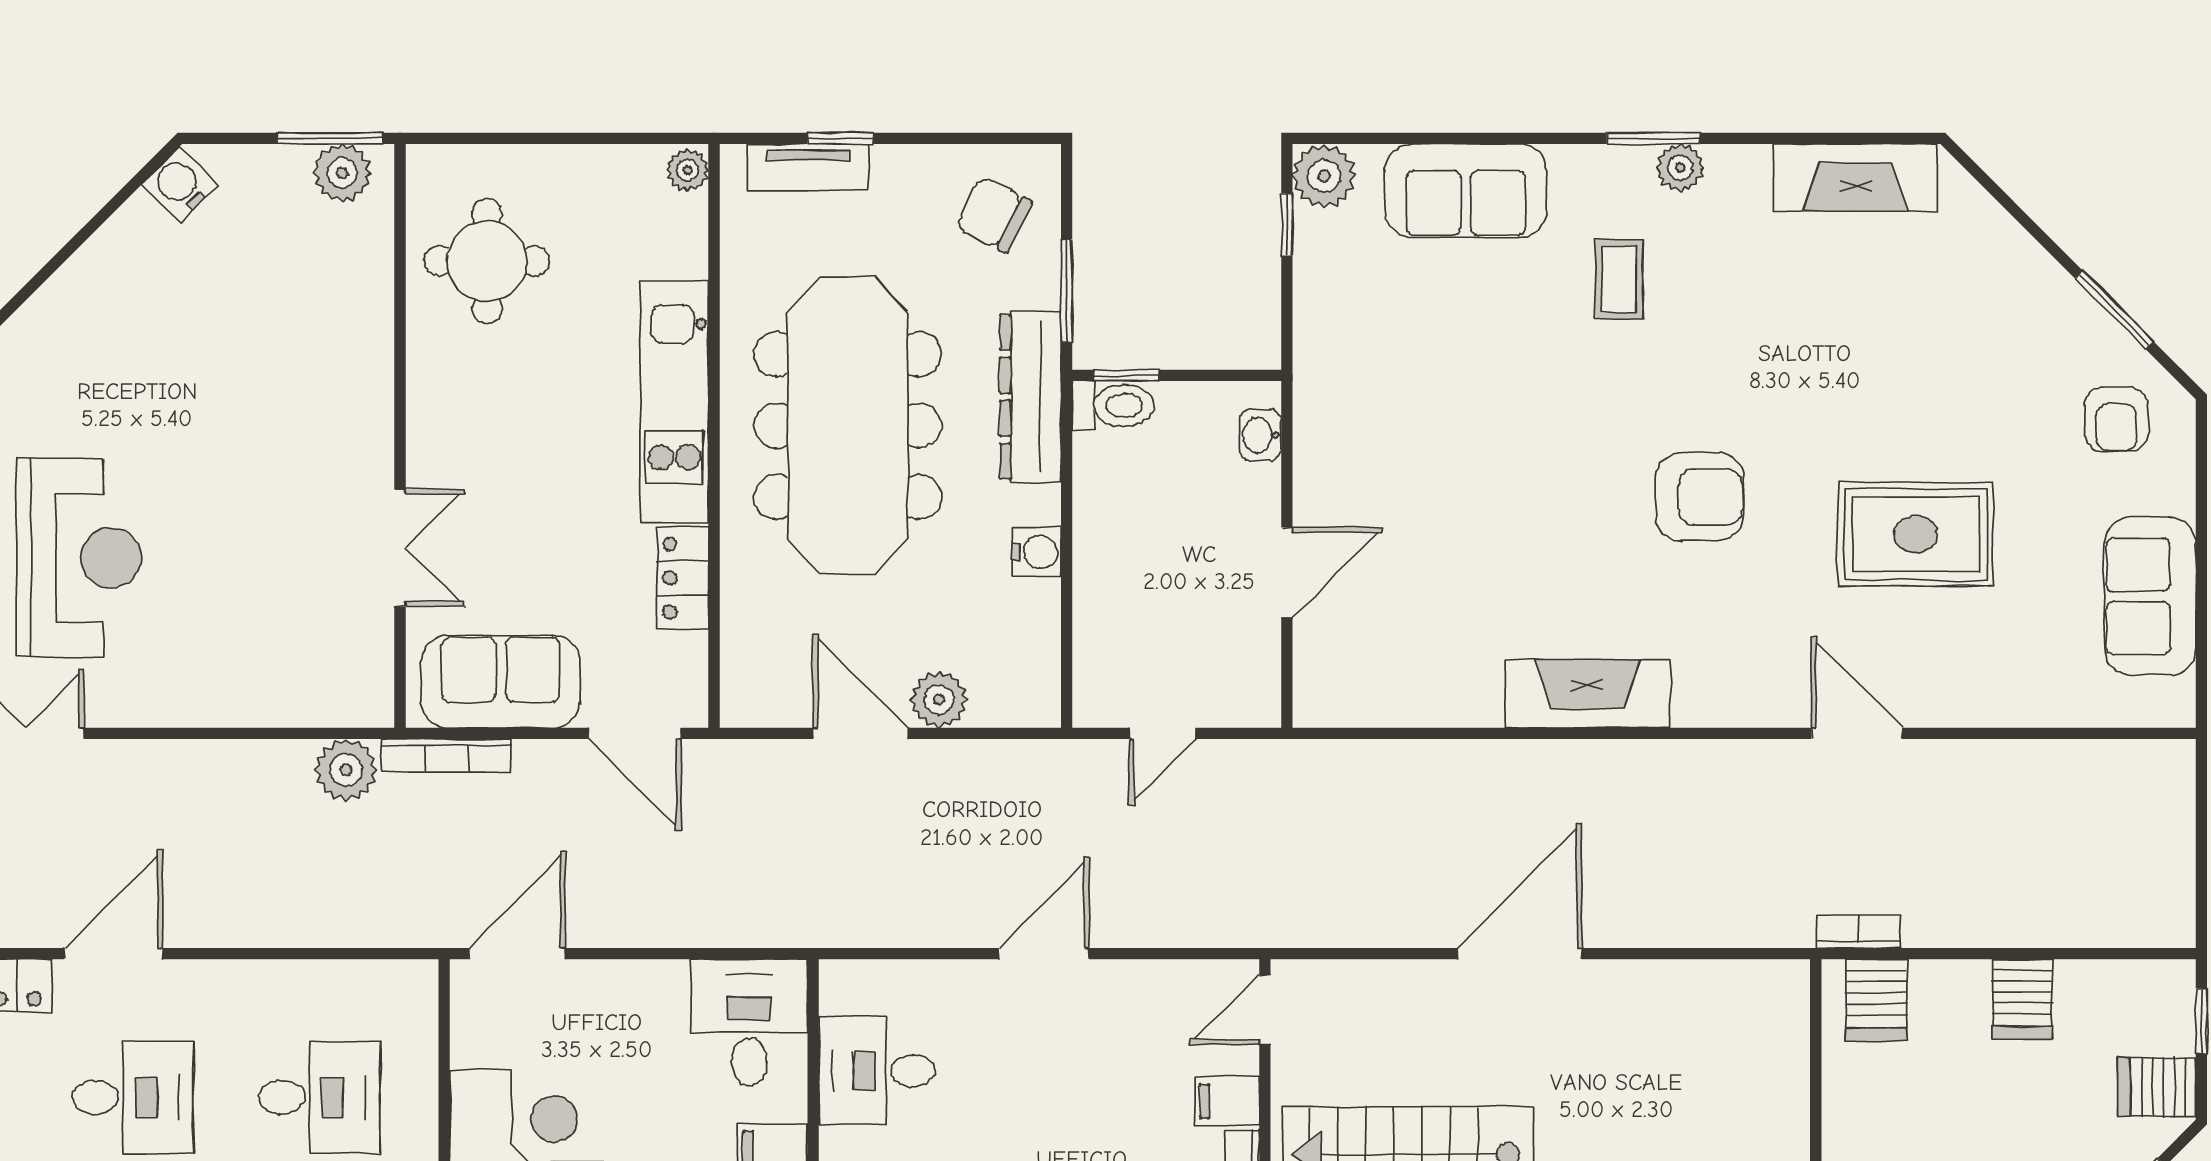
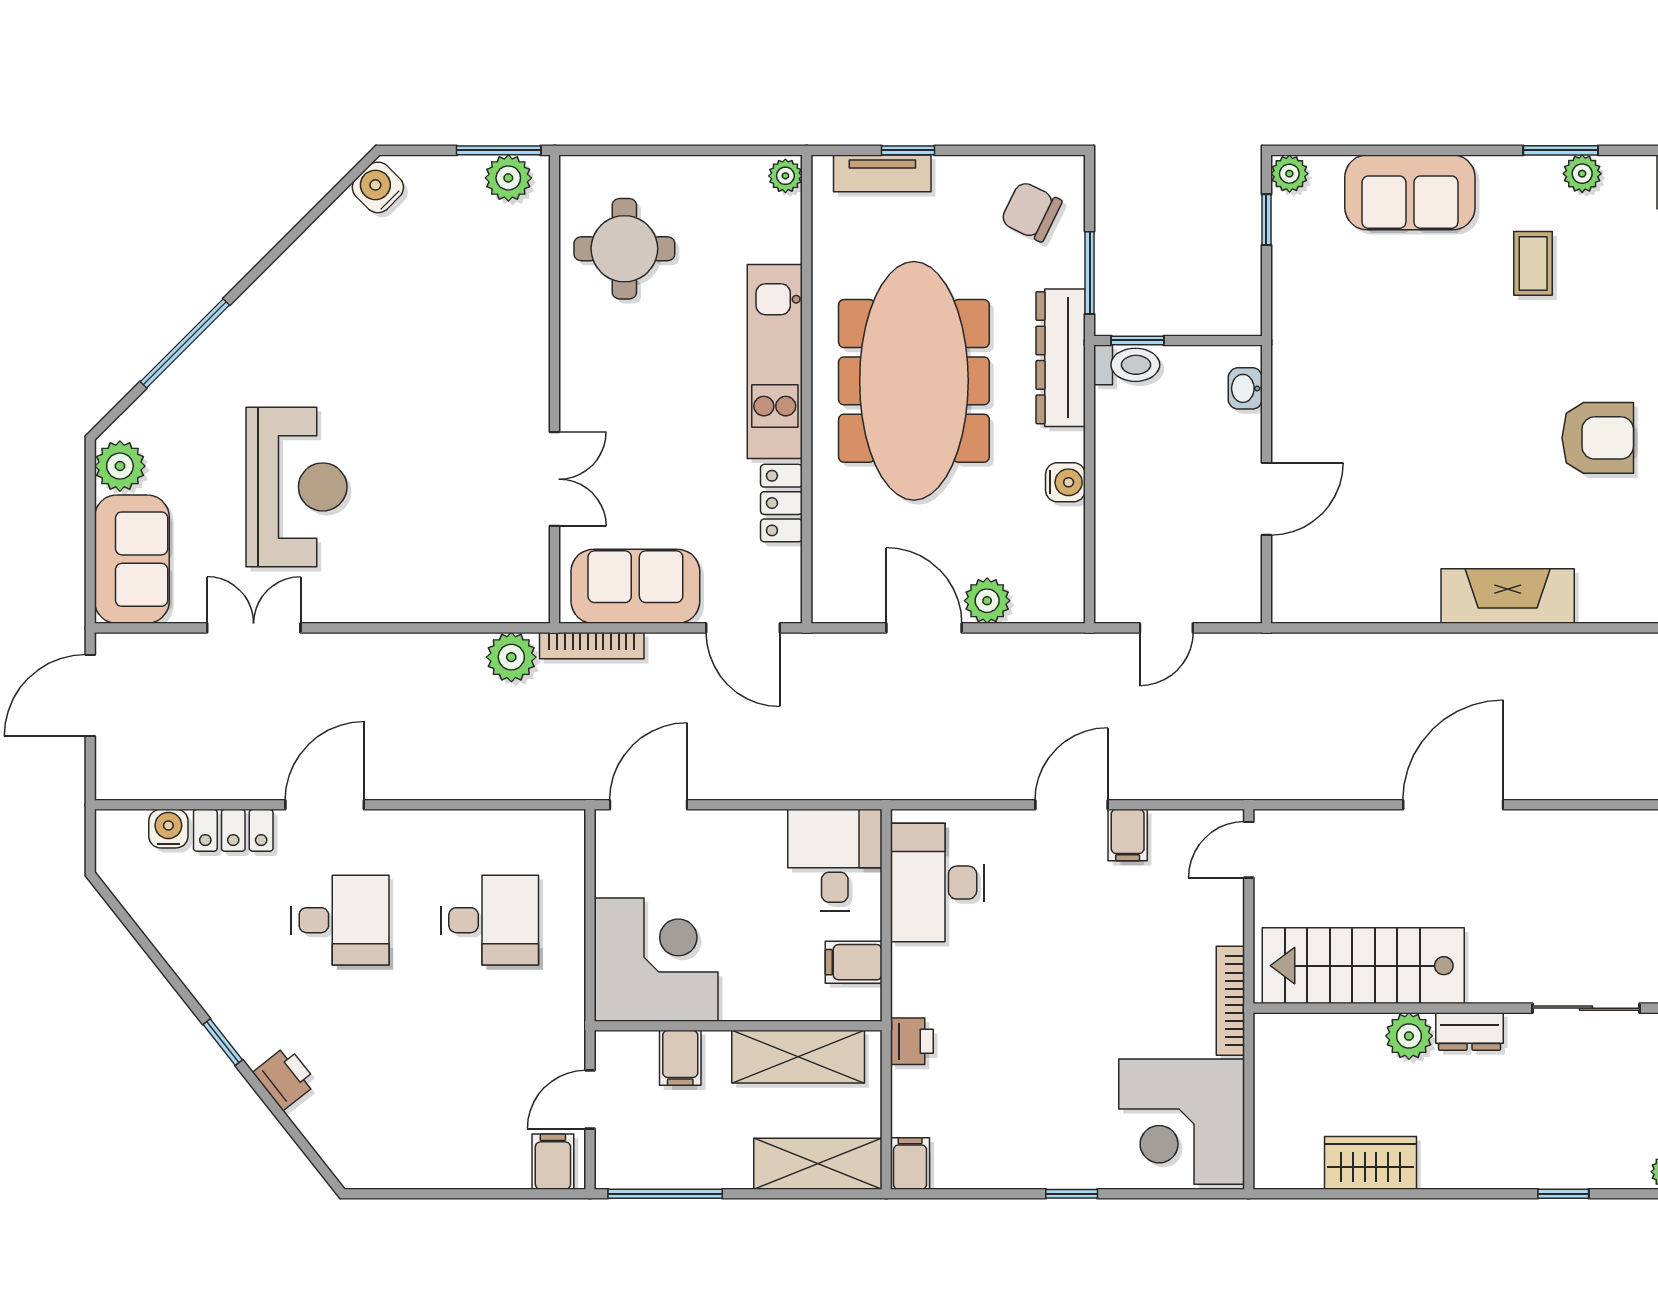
plant: (1324, 176) -> (1289, 174), width x0.73, depth x0.73
desk: (877, 1071) -> (937, 883), width x1.37
filing cabinet: (1227, 1101) -> (1128, 835), moved, turned -90

